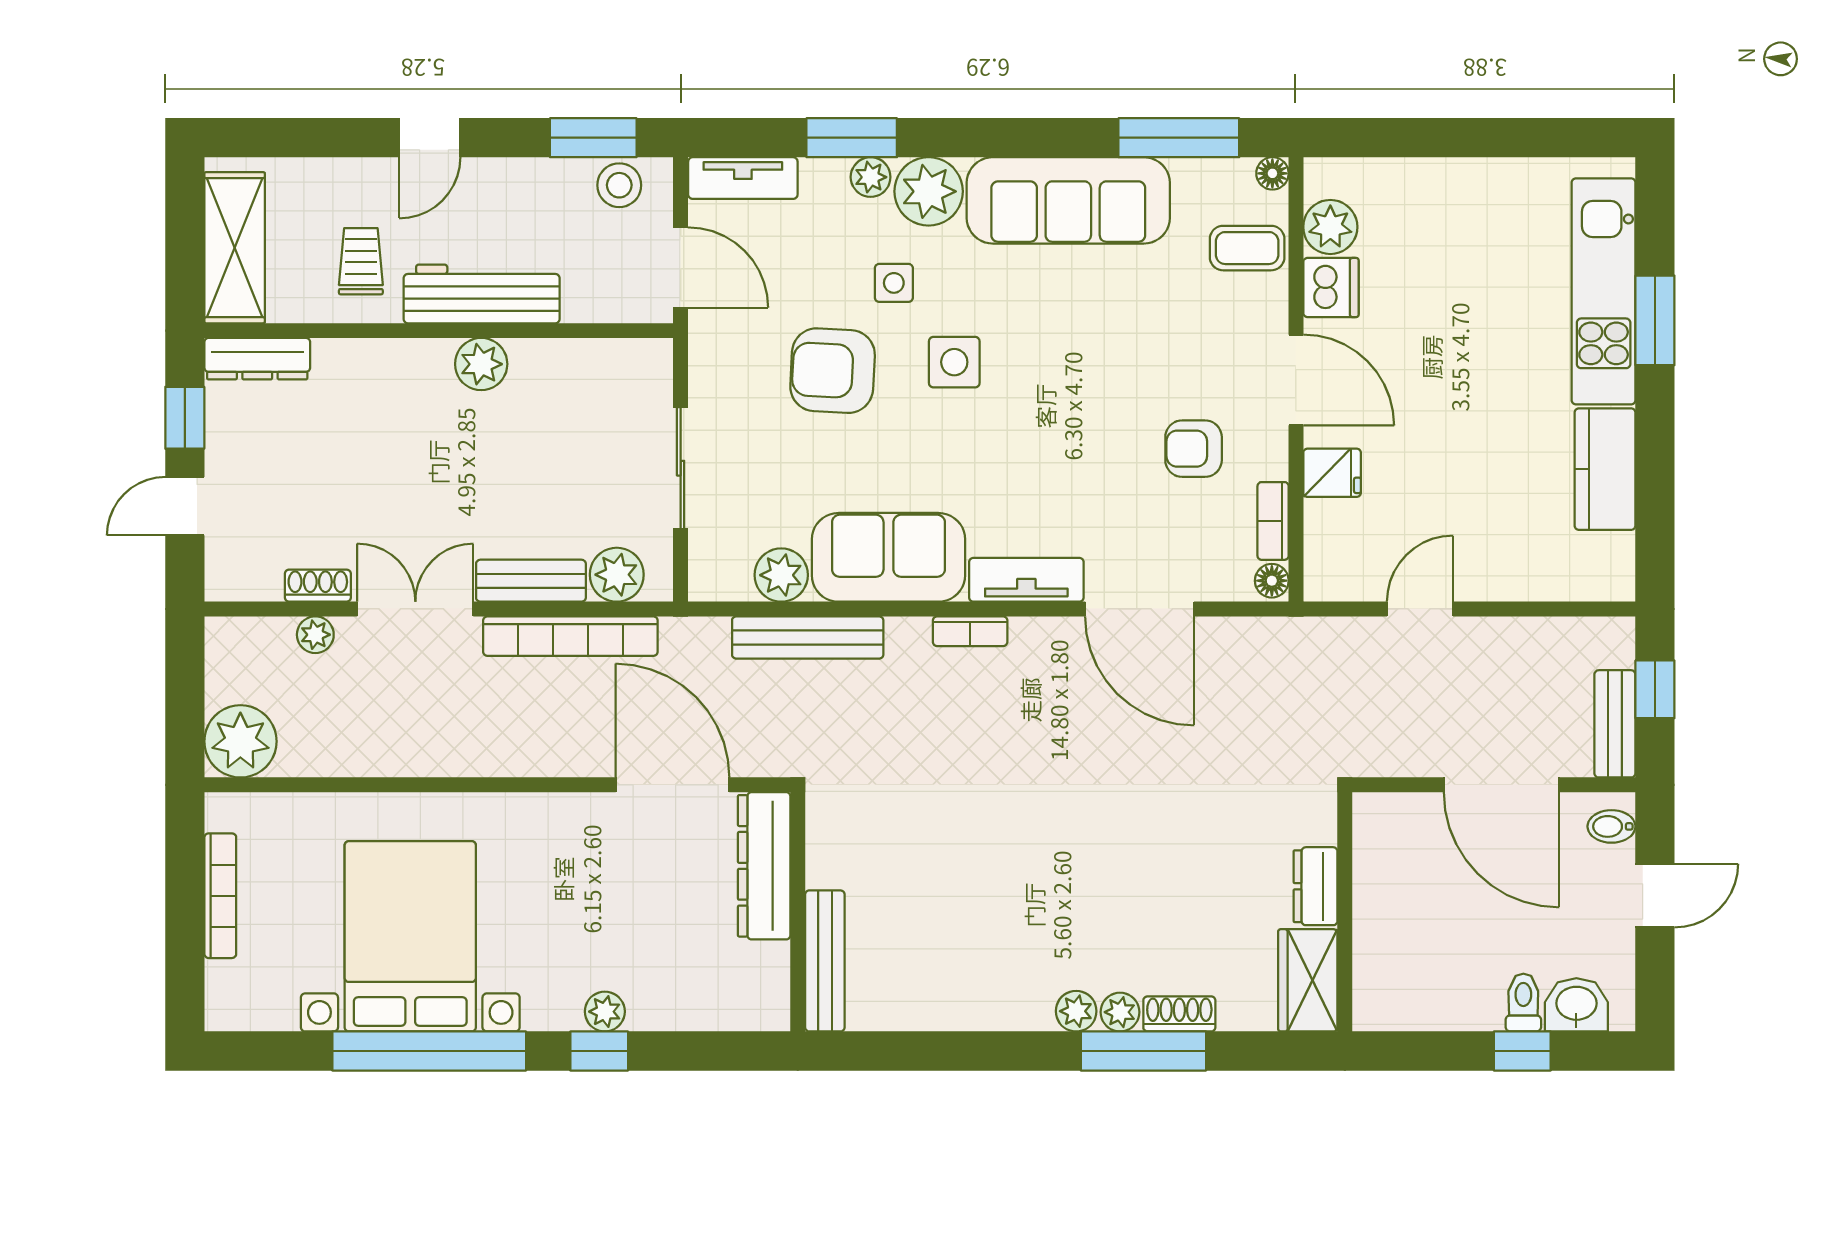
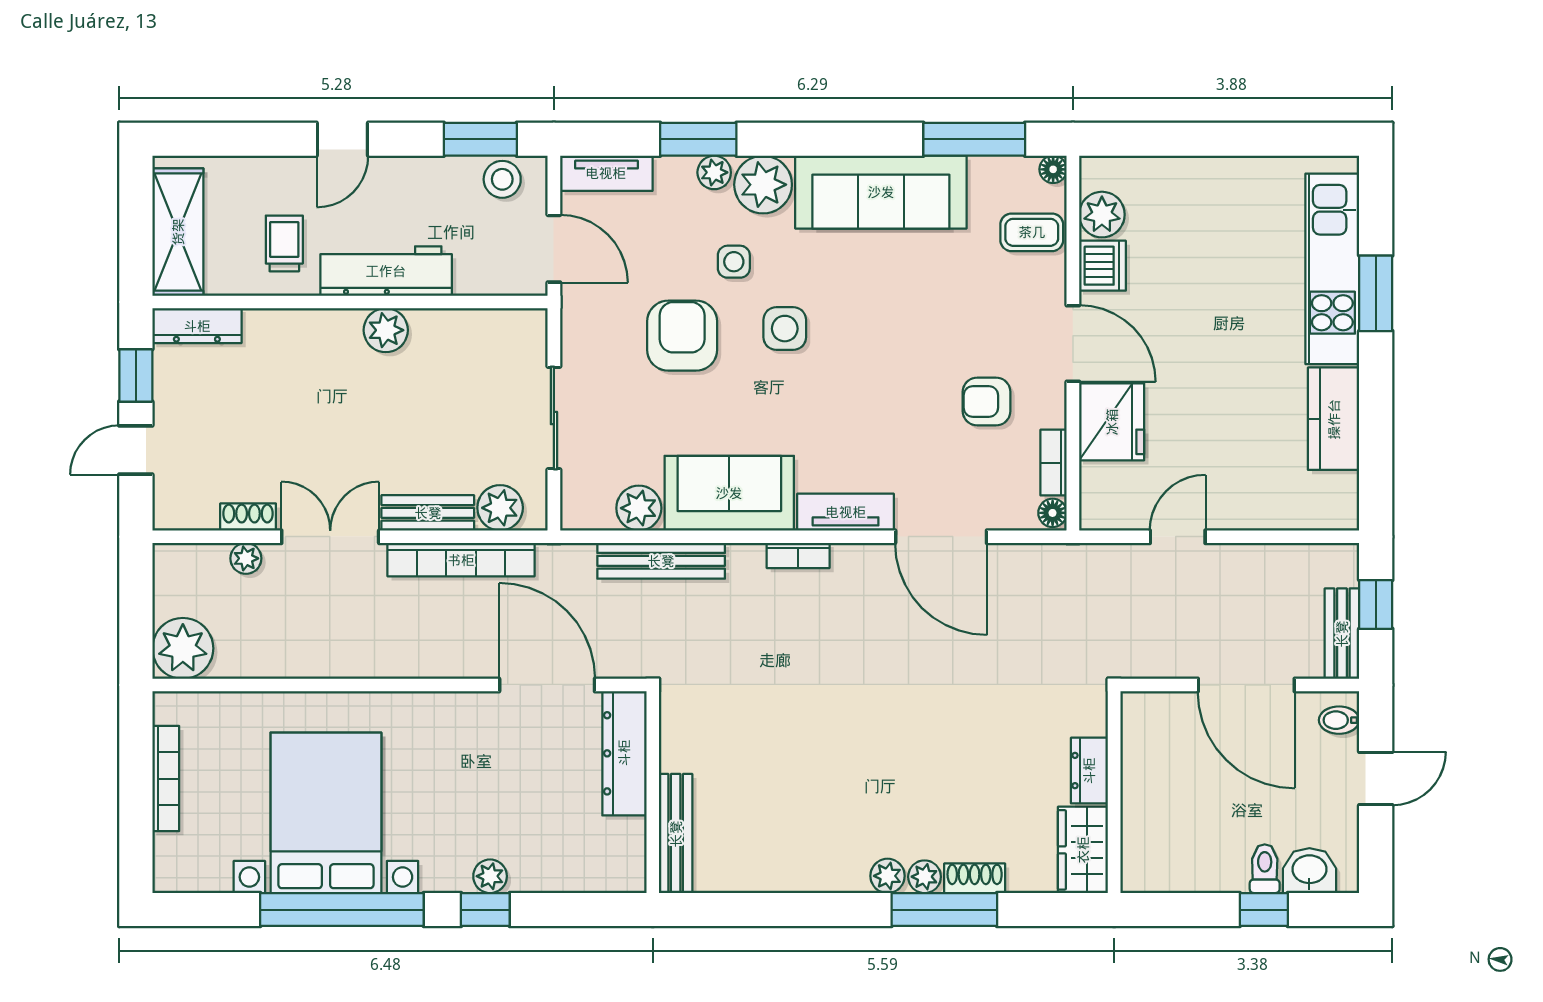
armchair: (833, 371) -> (682, 336), turned 87
fridge: (1332, 473) -> (1112, 422), width x1.88, depth x1.34

